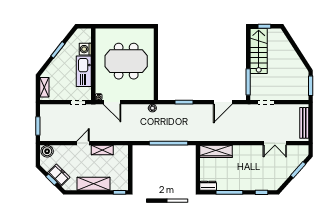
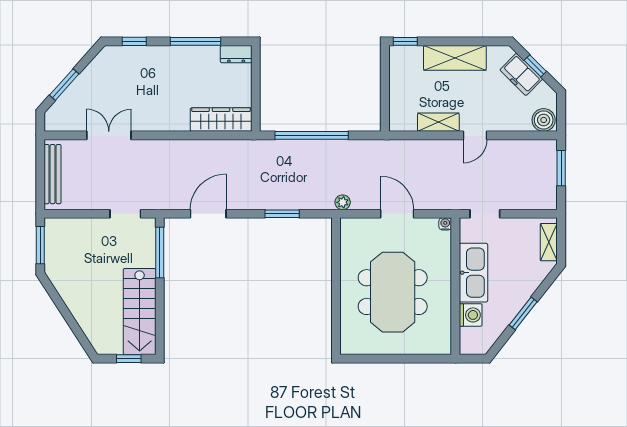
meeting table: (126, 61) -> (393, 292), turned 90
door: (112, 102) -> (397, 214), moved

